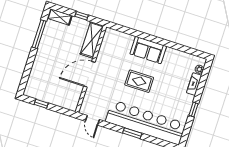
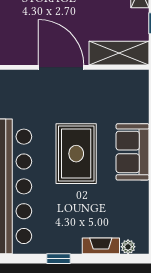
rug: (139, 81) -> (76, 154), width x1.36, depth x1.43

